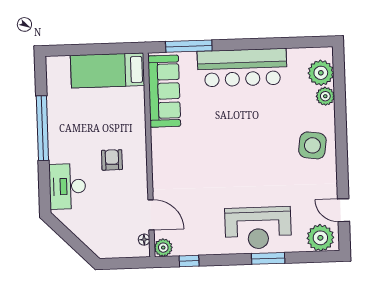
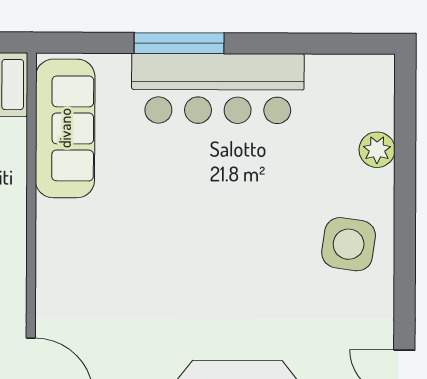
window: (189, 46) -> (179, 43), moved
plant: (321, 73) -> (370, 104), removed

